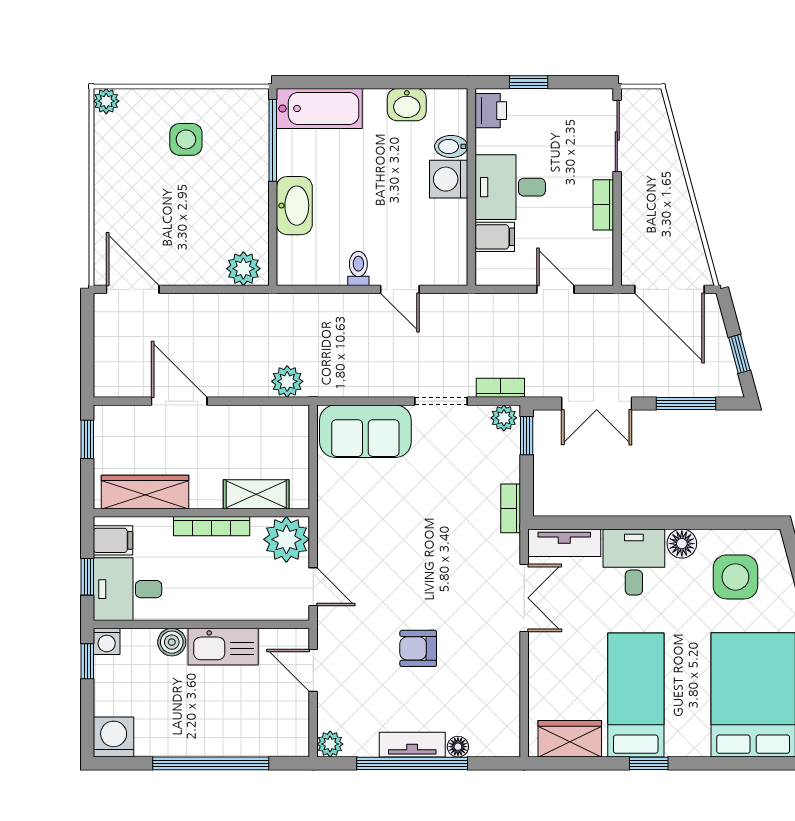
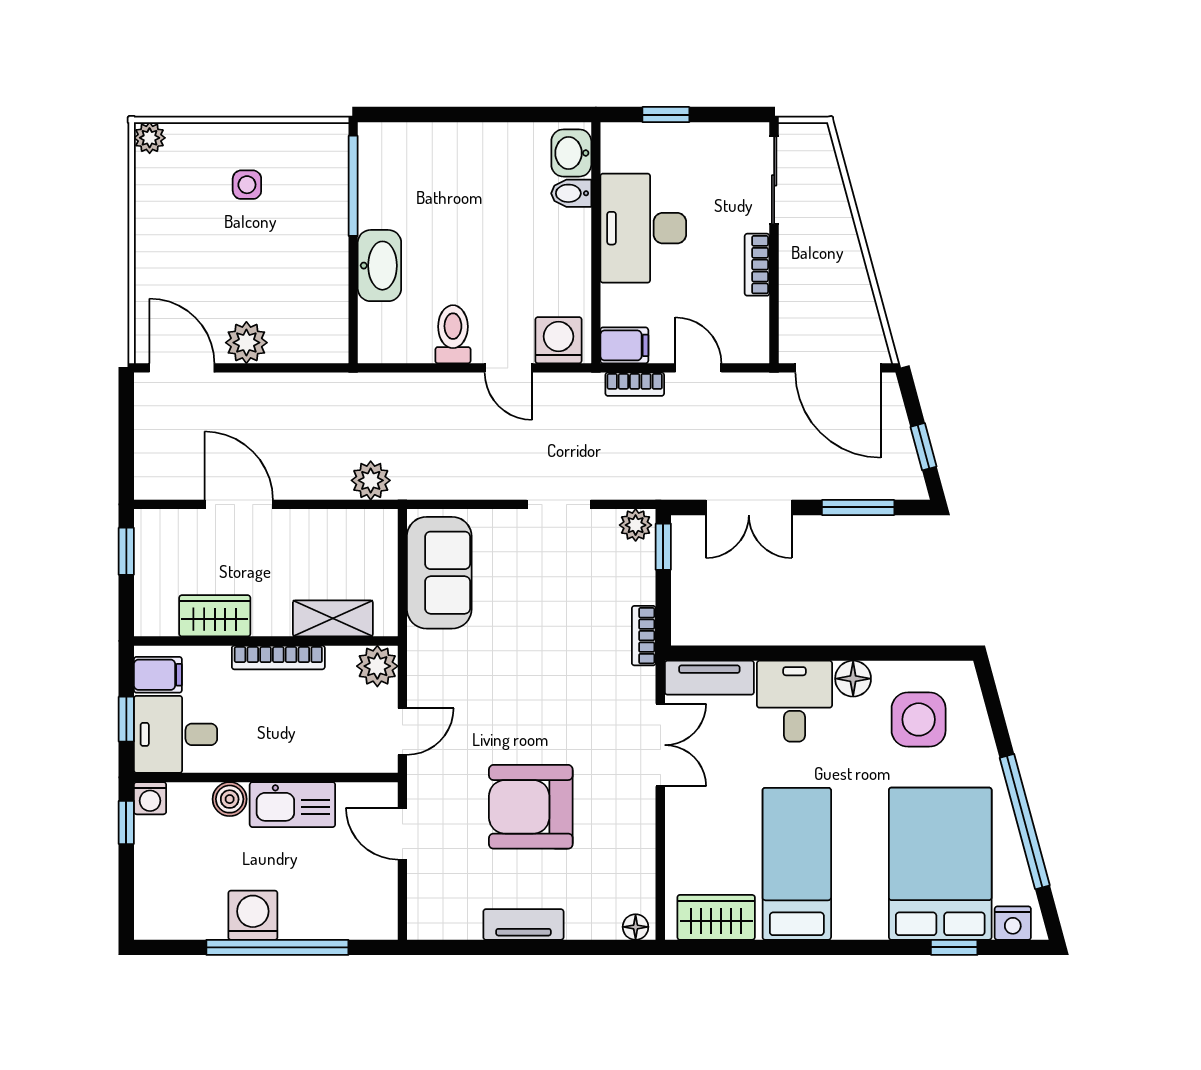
washbasin: (407, 105) -> (571, 153), moved, turned 90
bathtub: (319, 108) -> (410, 147), removed
printer: (491, 111) -> (619, 149), removed
side table: (186, 139) -> (247, 185), width x0.73, depth x0.73
washing machine: (449, 179) -> (558, 340), moved, turned 90
desk: (510, 187) -> (643, 228), width x1.37
filing cabinet: (495, 237) -> (624, 345), moved
toilet: (358, 268) -> (453, 334), width x1.37, depth x1.39
plant: (243, 269) -> (246, 343), moved
bookcase: (500, 388) -> (635, 384), moved, turned 180
sofa: (365, 431) -> (439, 573), moved, turned -90
wardrobe: (145, 492) -> (215, 616), width x0.67
plant: (286, 539) -> (377, 666), width x0.73, depth x0.73
door: (313, 587) -> (402, 731), hinge flipped
armchair: (418, 648) -> (531, 807), width x1.88, depth x1.88
washing machine: (114, 737) -> (253, 915), moved
plant: (330, 744) -> (423, 924), removed
floor lamp: (458, 747) -> (636, 927), moved
window: (412, 763) -> (523, 947), removed
window: (649, 763) -> (954, 947), moved

